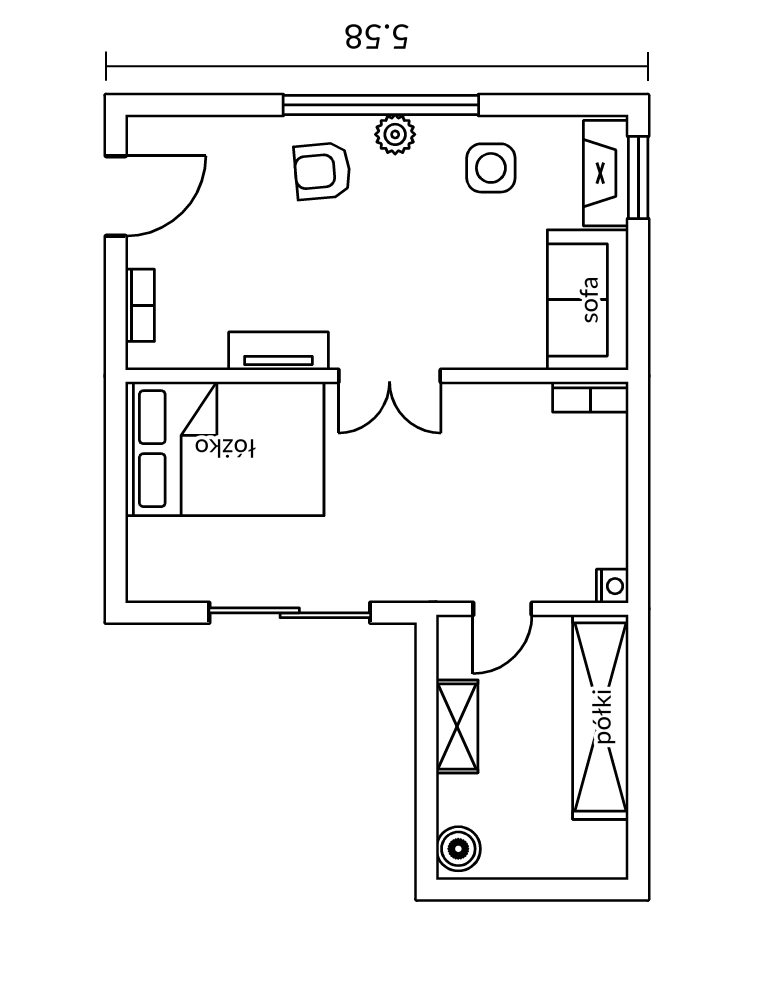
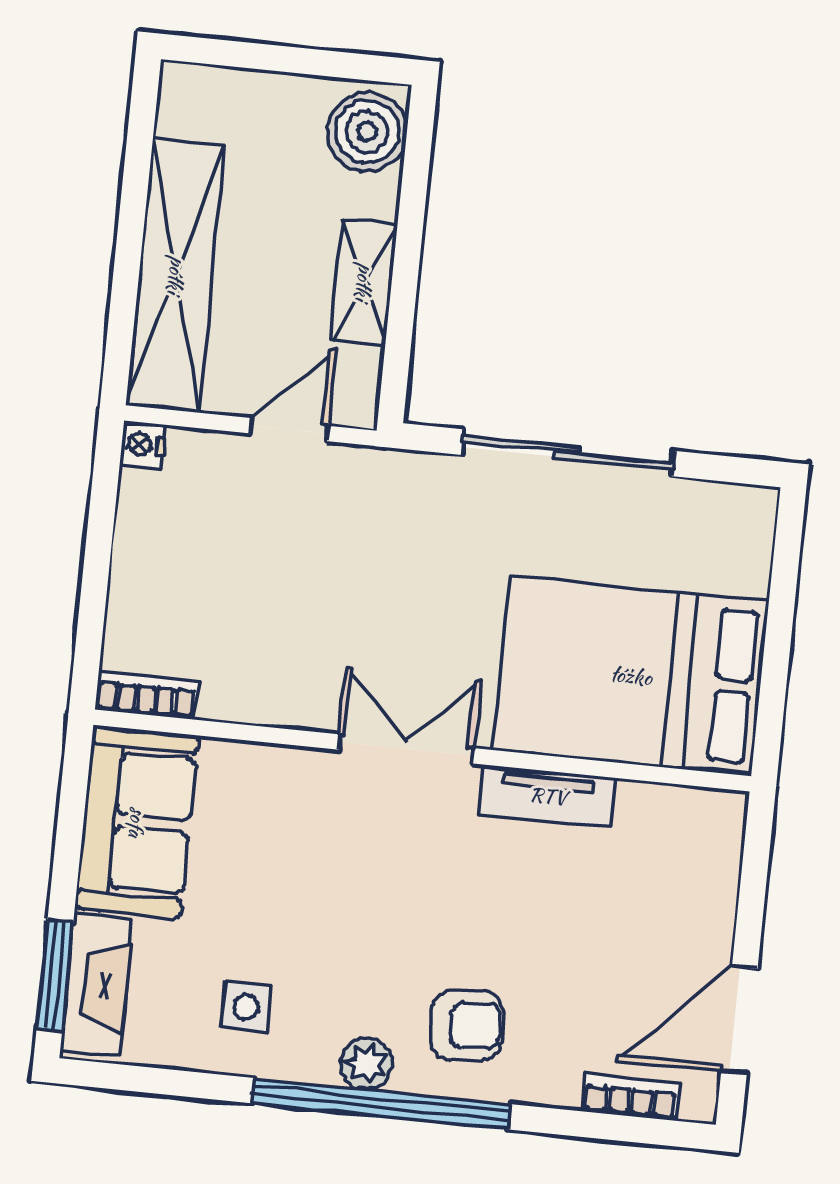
side table: (491, 168) -> (246, 1007), width x0.73, depth x0.73
bookcase: (140, 305) -> (631, 1097), moved, turned 90
boiler: (458, 849) -> (367, 132), width x1.36, depth x1.36

